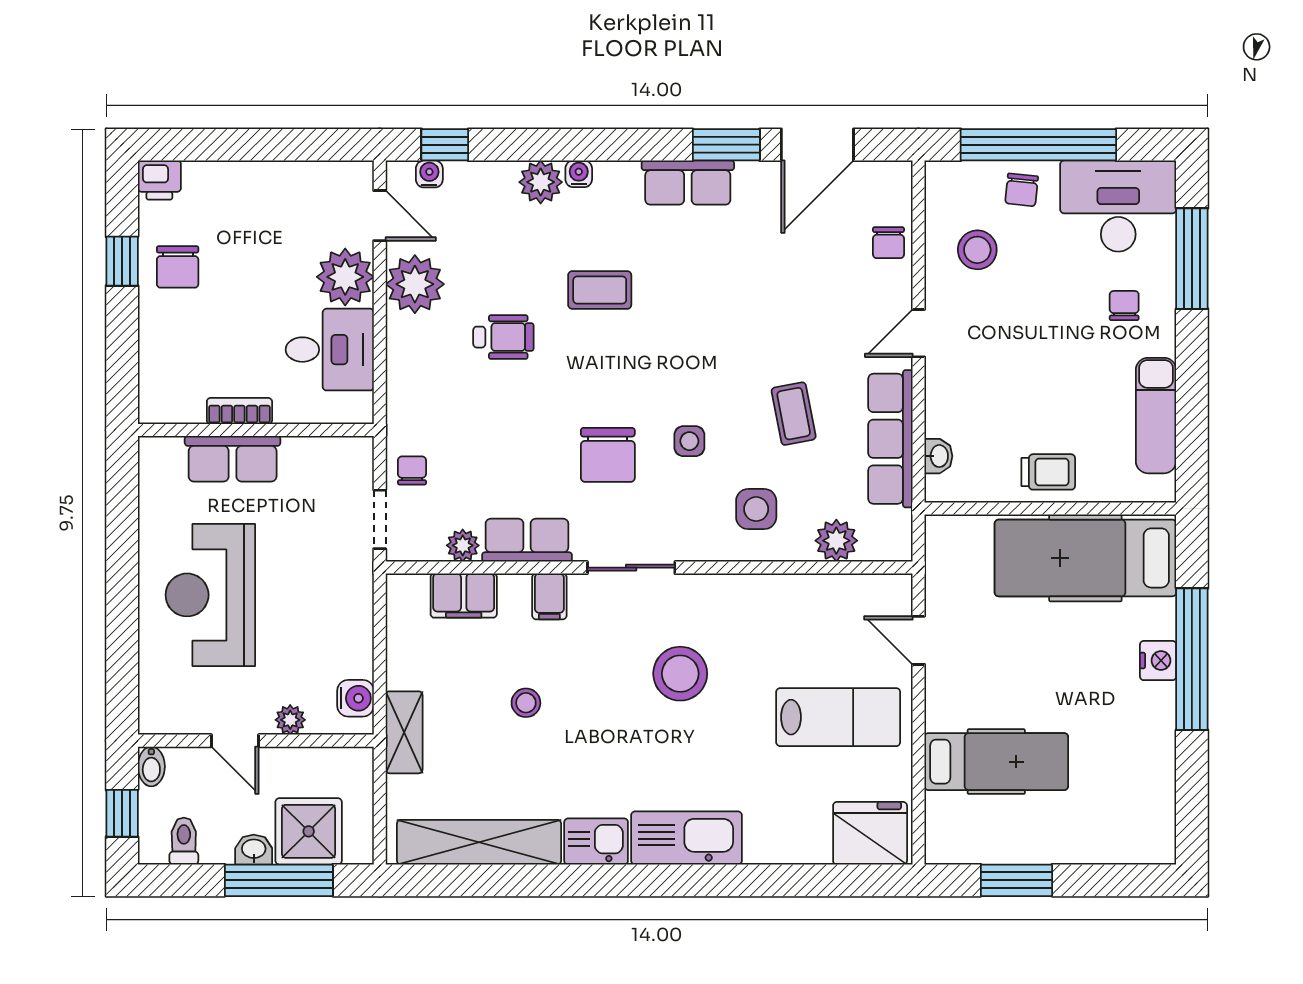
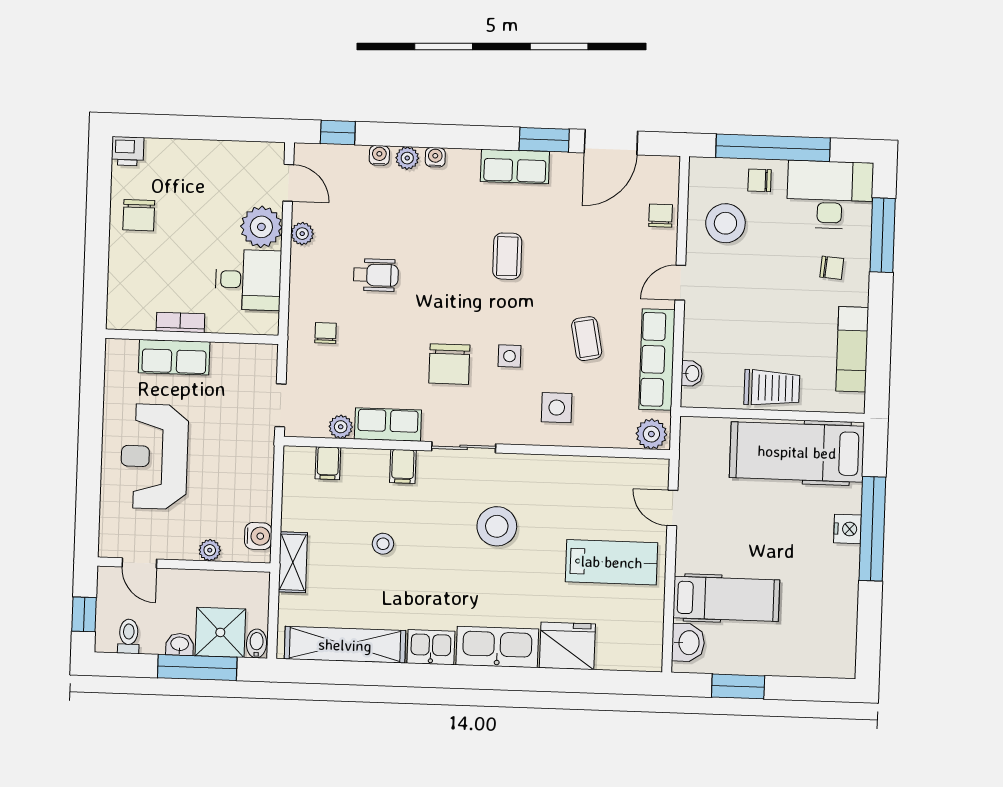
water cooler: (429, 174) -> (379, 155), moved
plant: (541, 182) -> (407, 158), width x0.73, depth x0.73
chair: (1022, 190) -> (760, 180), turned 84
chair: (888, 243) -> (661, 216), turned 180
stool: (977, 250) -> (725, 223), width x1.38, depth x1.38
window: (122, 261) -> (98, 210), removed
plant: (415, 284) -> (302, 234), width x0.53, depth x0.53
coffee table: (600, 290) -> (507, 256), moved, turned 90
chair: (1124, 306) -> (832, 268), turned 95
chair: (412, 470) -> (326, 333), moved
trolley: (1048, 472) -> (772, 388), width x1.36, depth x1.39
plant: (836, 541) -> (651, 434), moved
filing cabinet: (464, 596) -> (328, 463), width x0.50
door: (235, 741) -> (139, 563), moved
bidet: (151, 766) -> (257, 643), moved, turned 180
washbasin: (946, 823) -> (688, 643), added
fridge: (870, 833) -> (567, 646), moved

